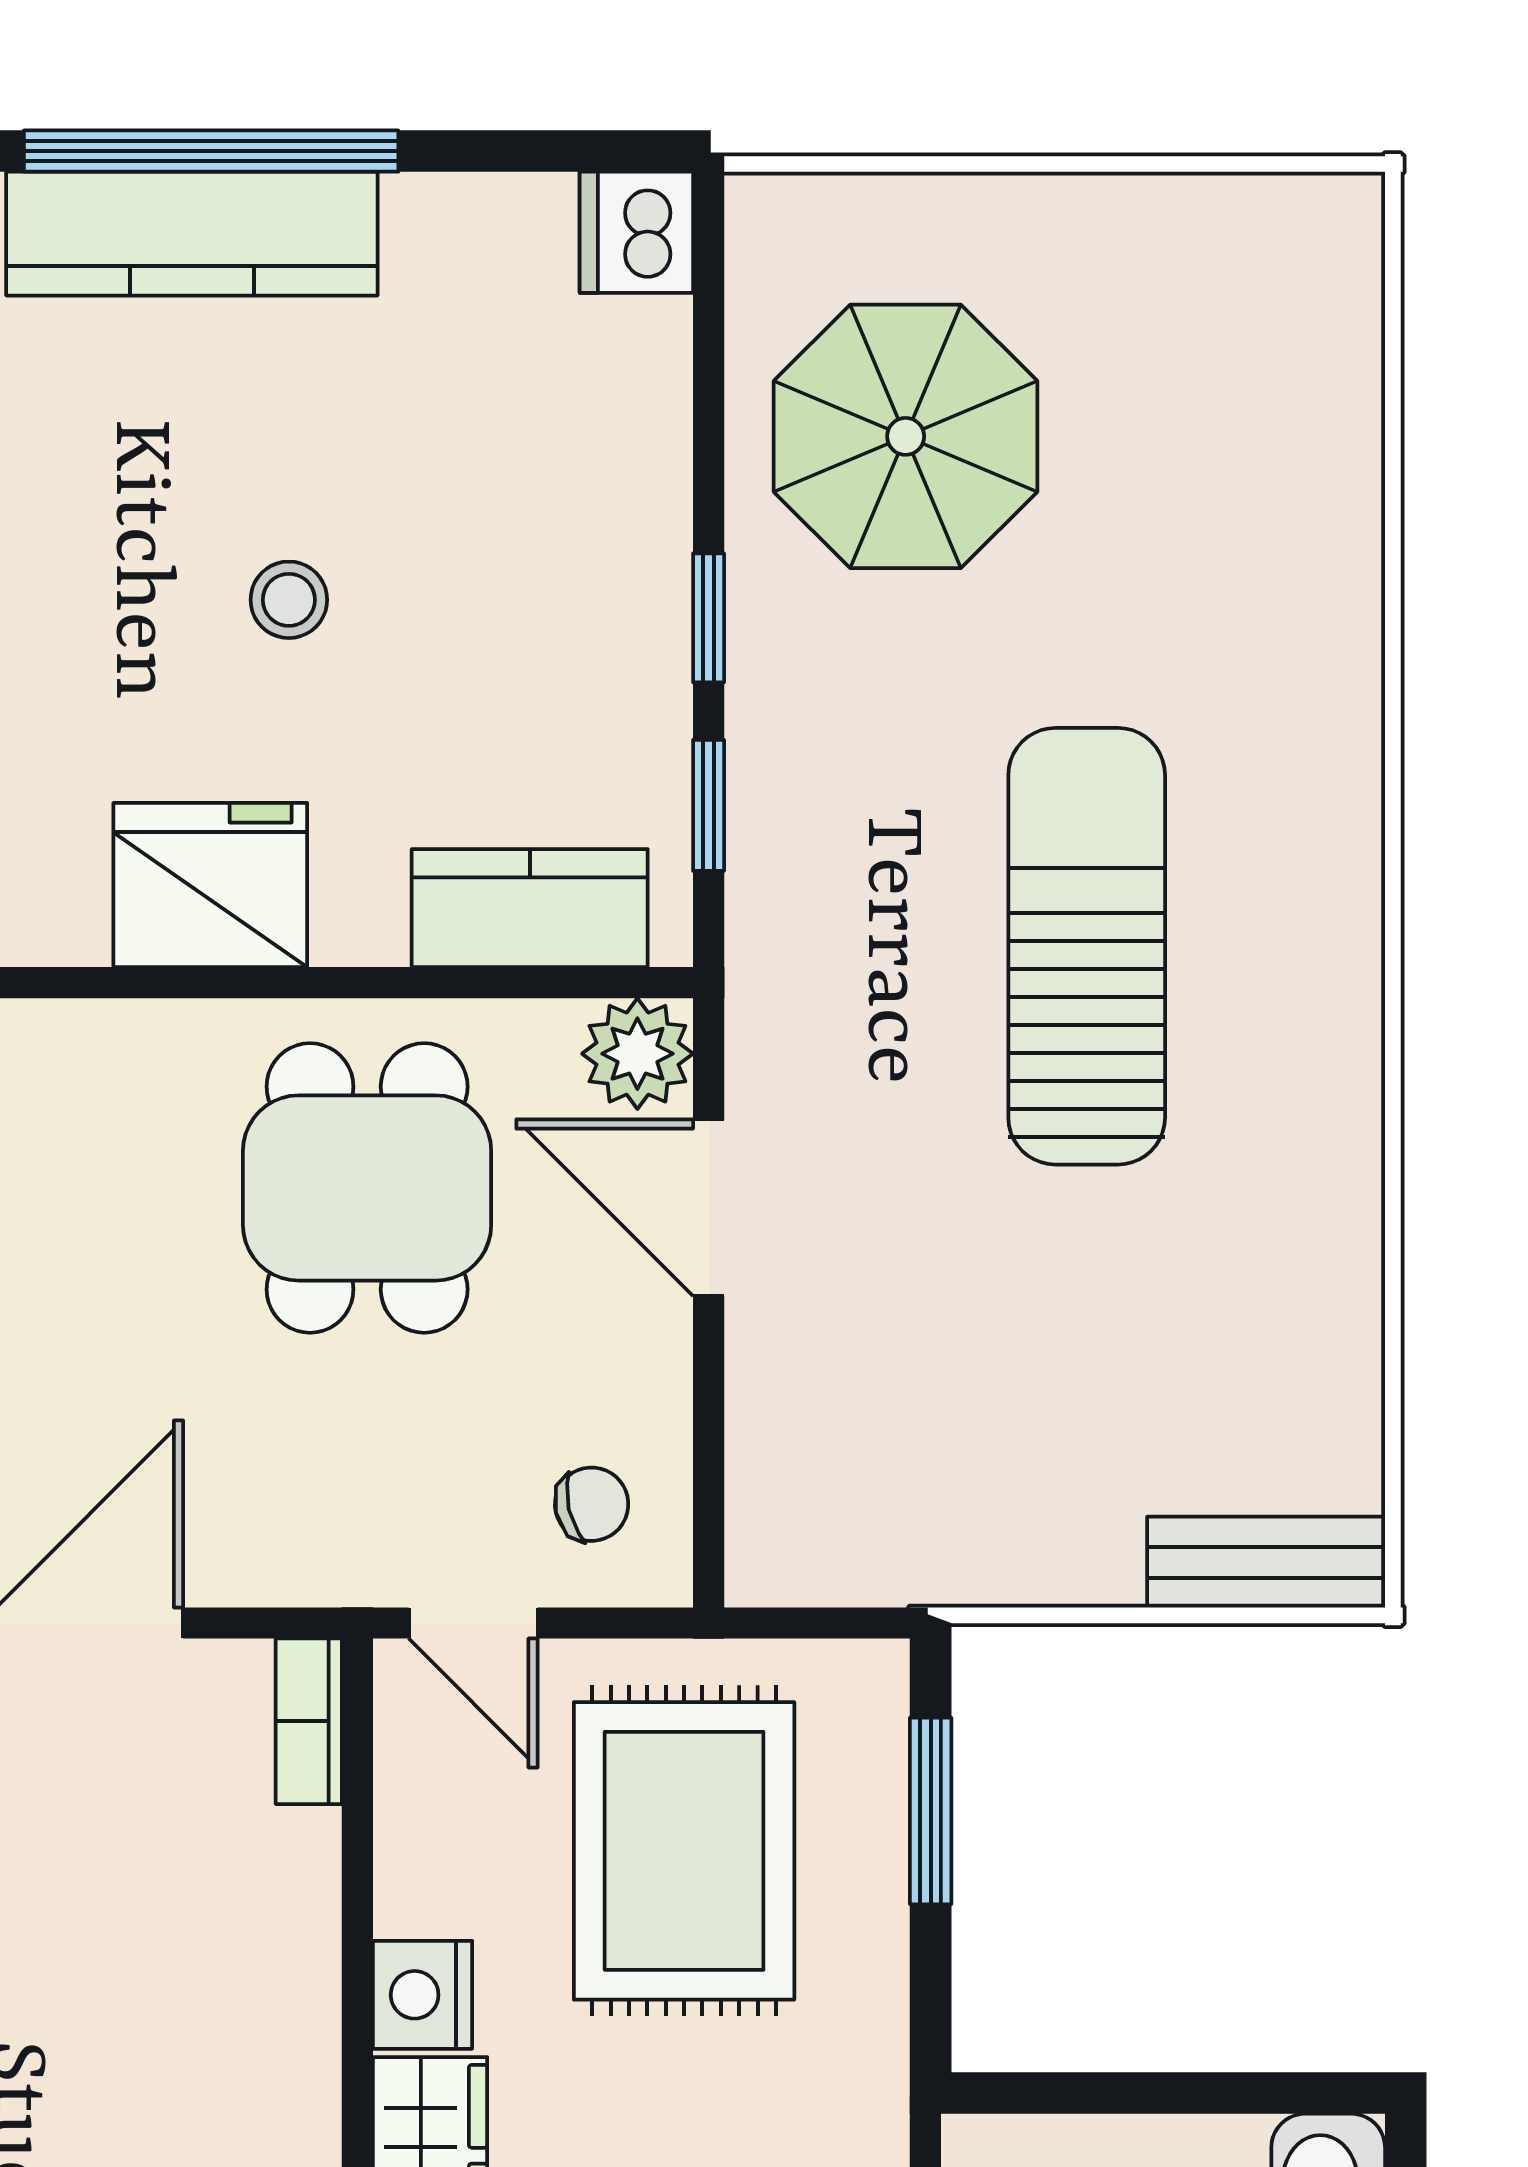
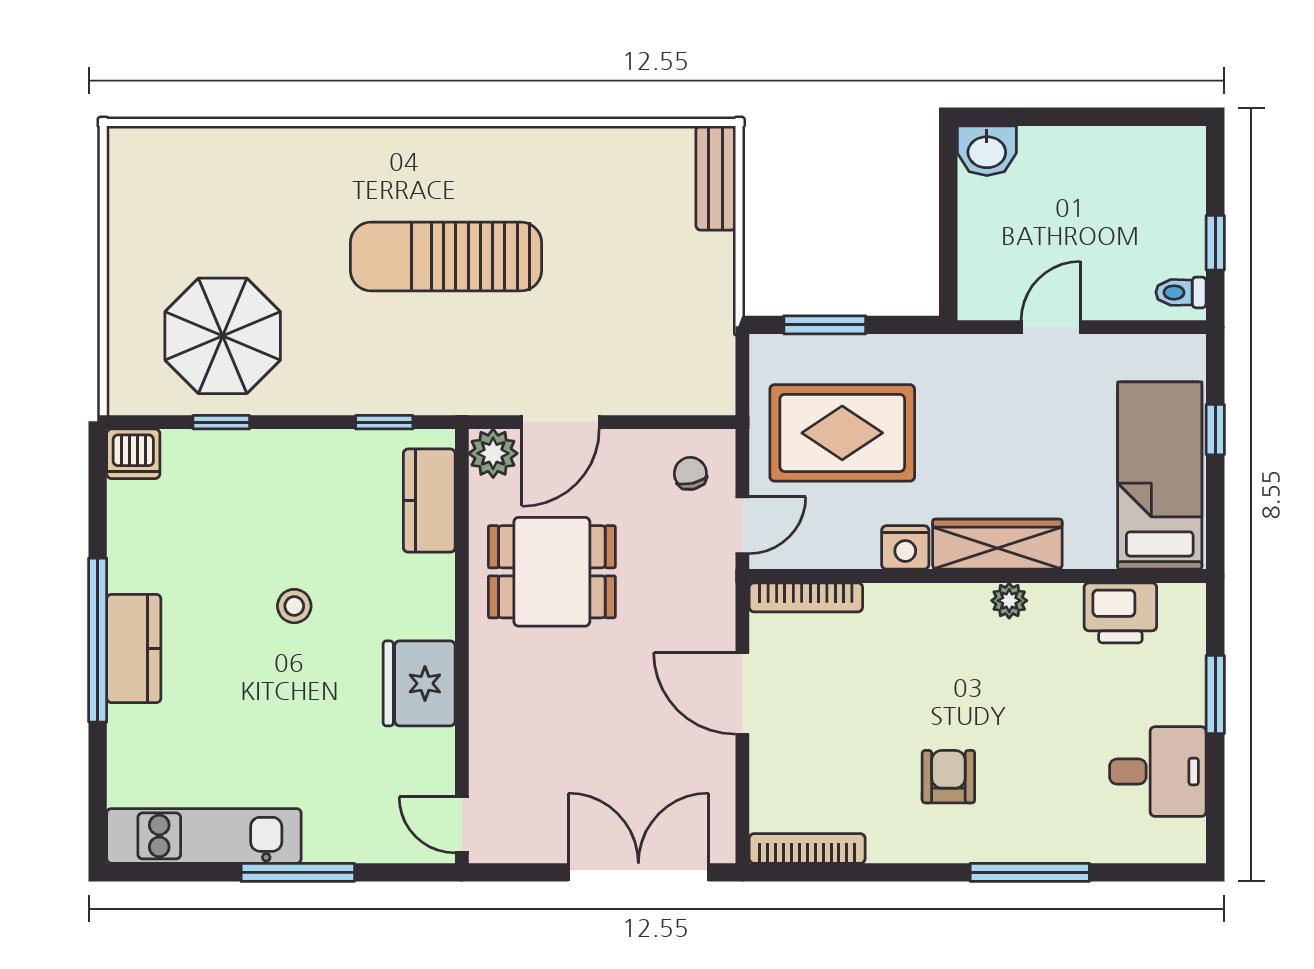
kitchen counter: (192, 234) -> (134, 648), width x0.67
window: (709, 618) -> (221, 422), moved
fridge: (210, 885) -> (419, 683), moved
bookcase: (309, 1721) -> (806, 597), width x1.56

